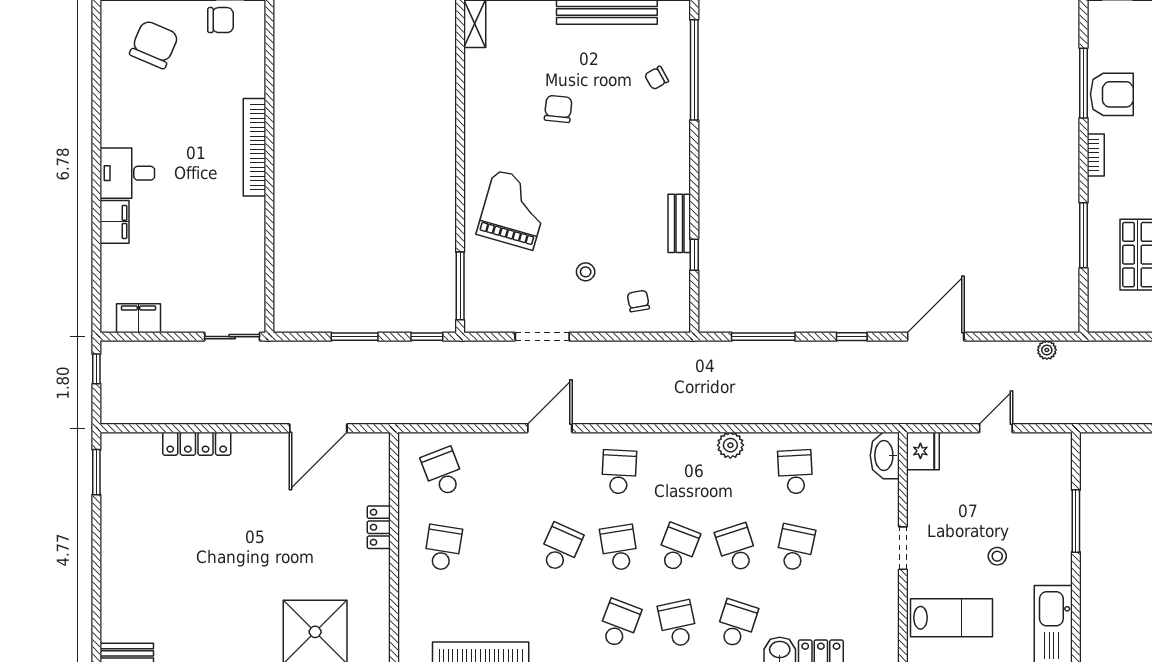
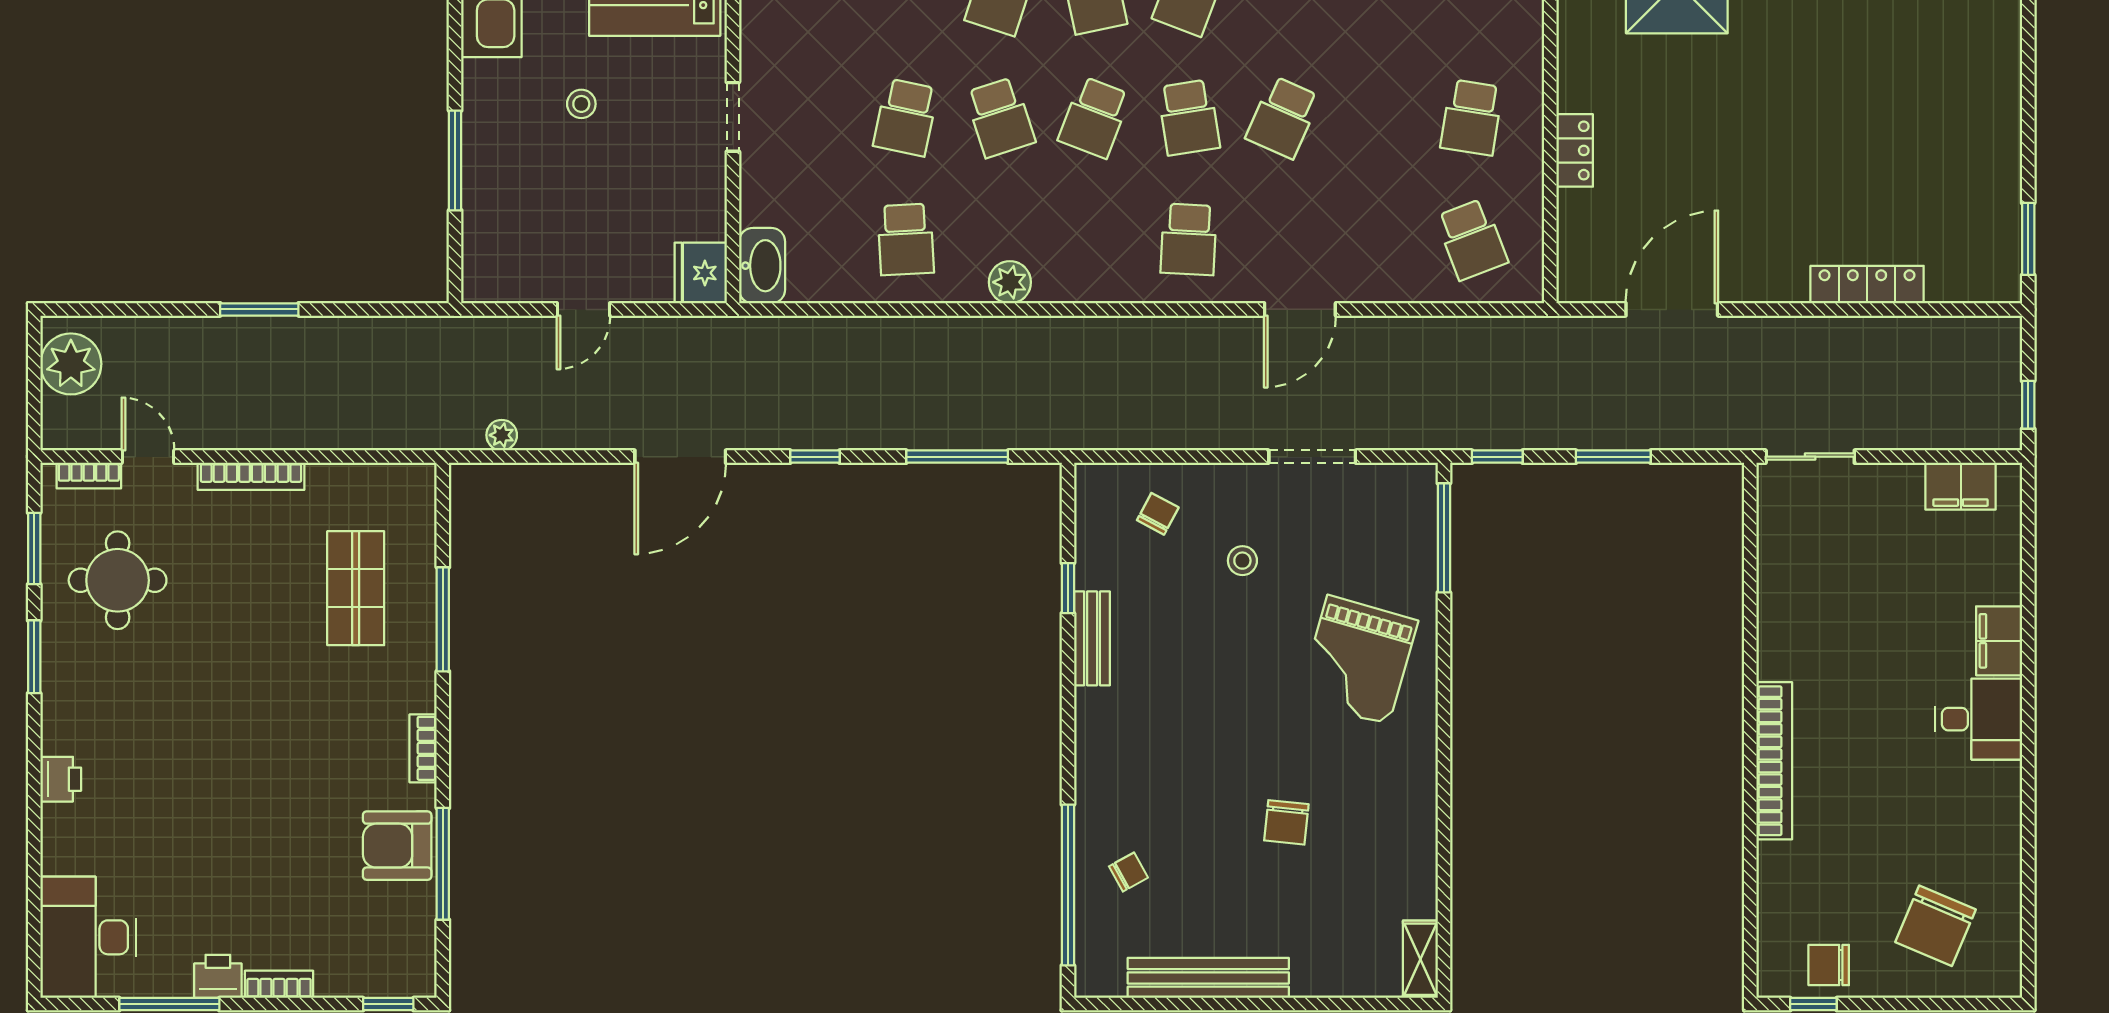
chair: (638, 301) -> (1158, 514), turned -142

